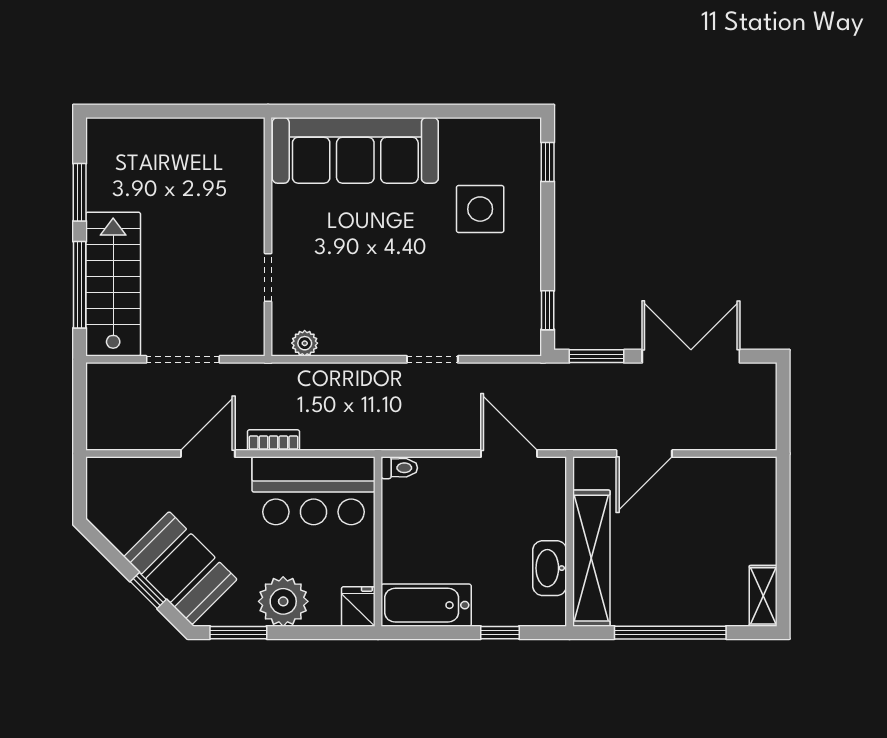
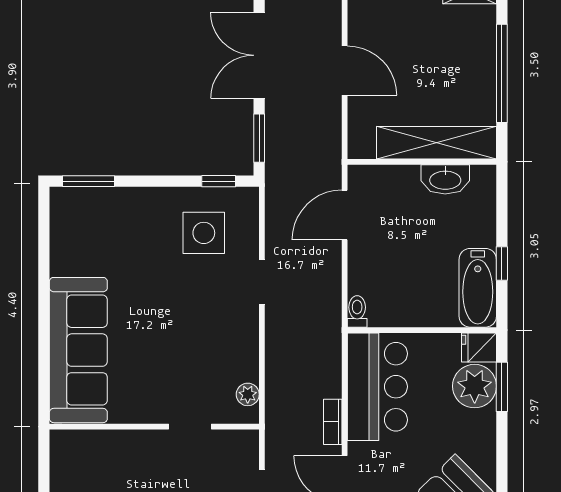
window: (548, 162) -> (89, 181), width x1.50
side table: (480, 209) -> (204, 233), moved
door: (644, 454) -> (345, 71), moved
plant: (283, 601) -> (475, 386), moved
window: (238, 633) -> (502, 387), moved
window: (500, 633) -> (502, 263), moved

